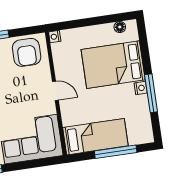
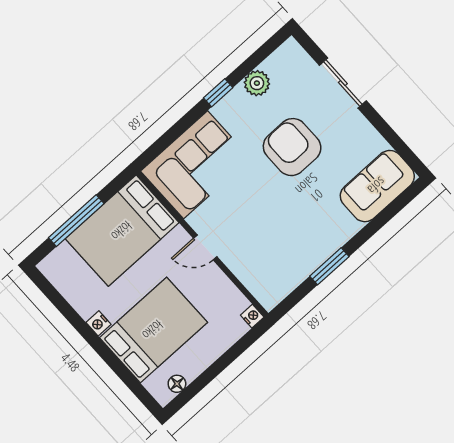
armchair: (27, 52) -> (275, 272), removed
window: (151, 93) -> (81, 326), removed
bed: (95, 137) -> (122, 231), width x1.50

